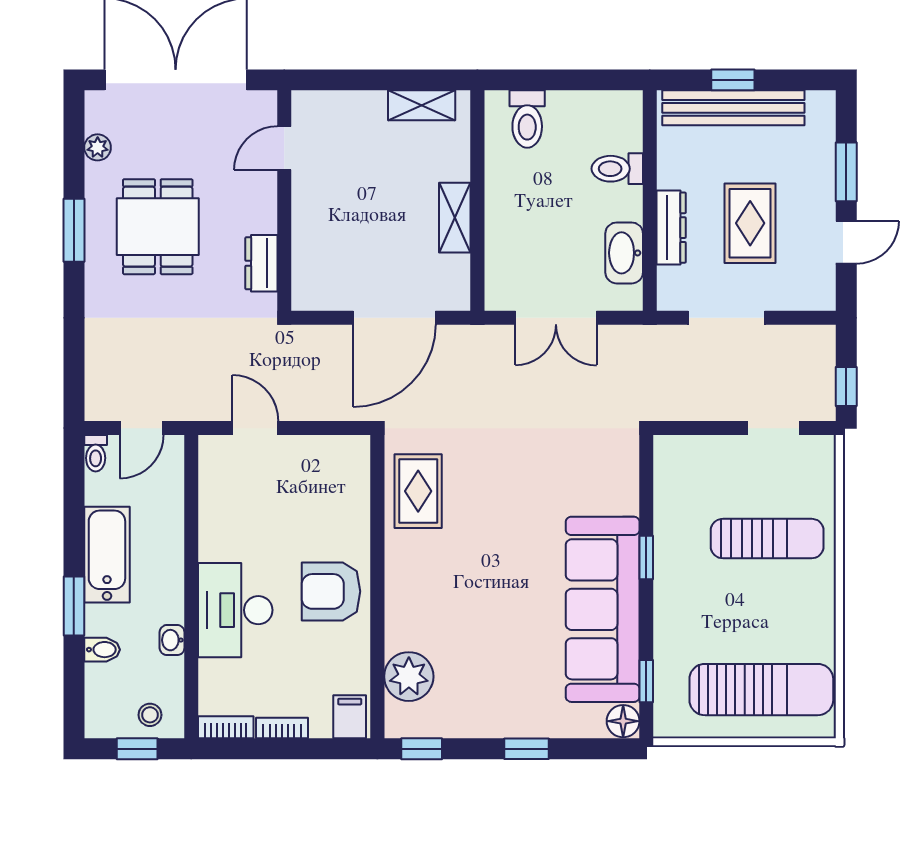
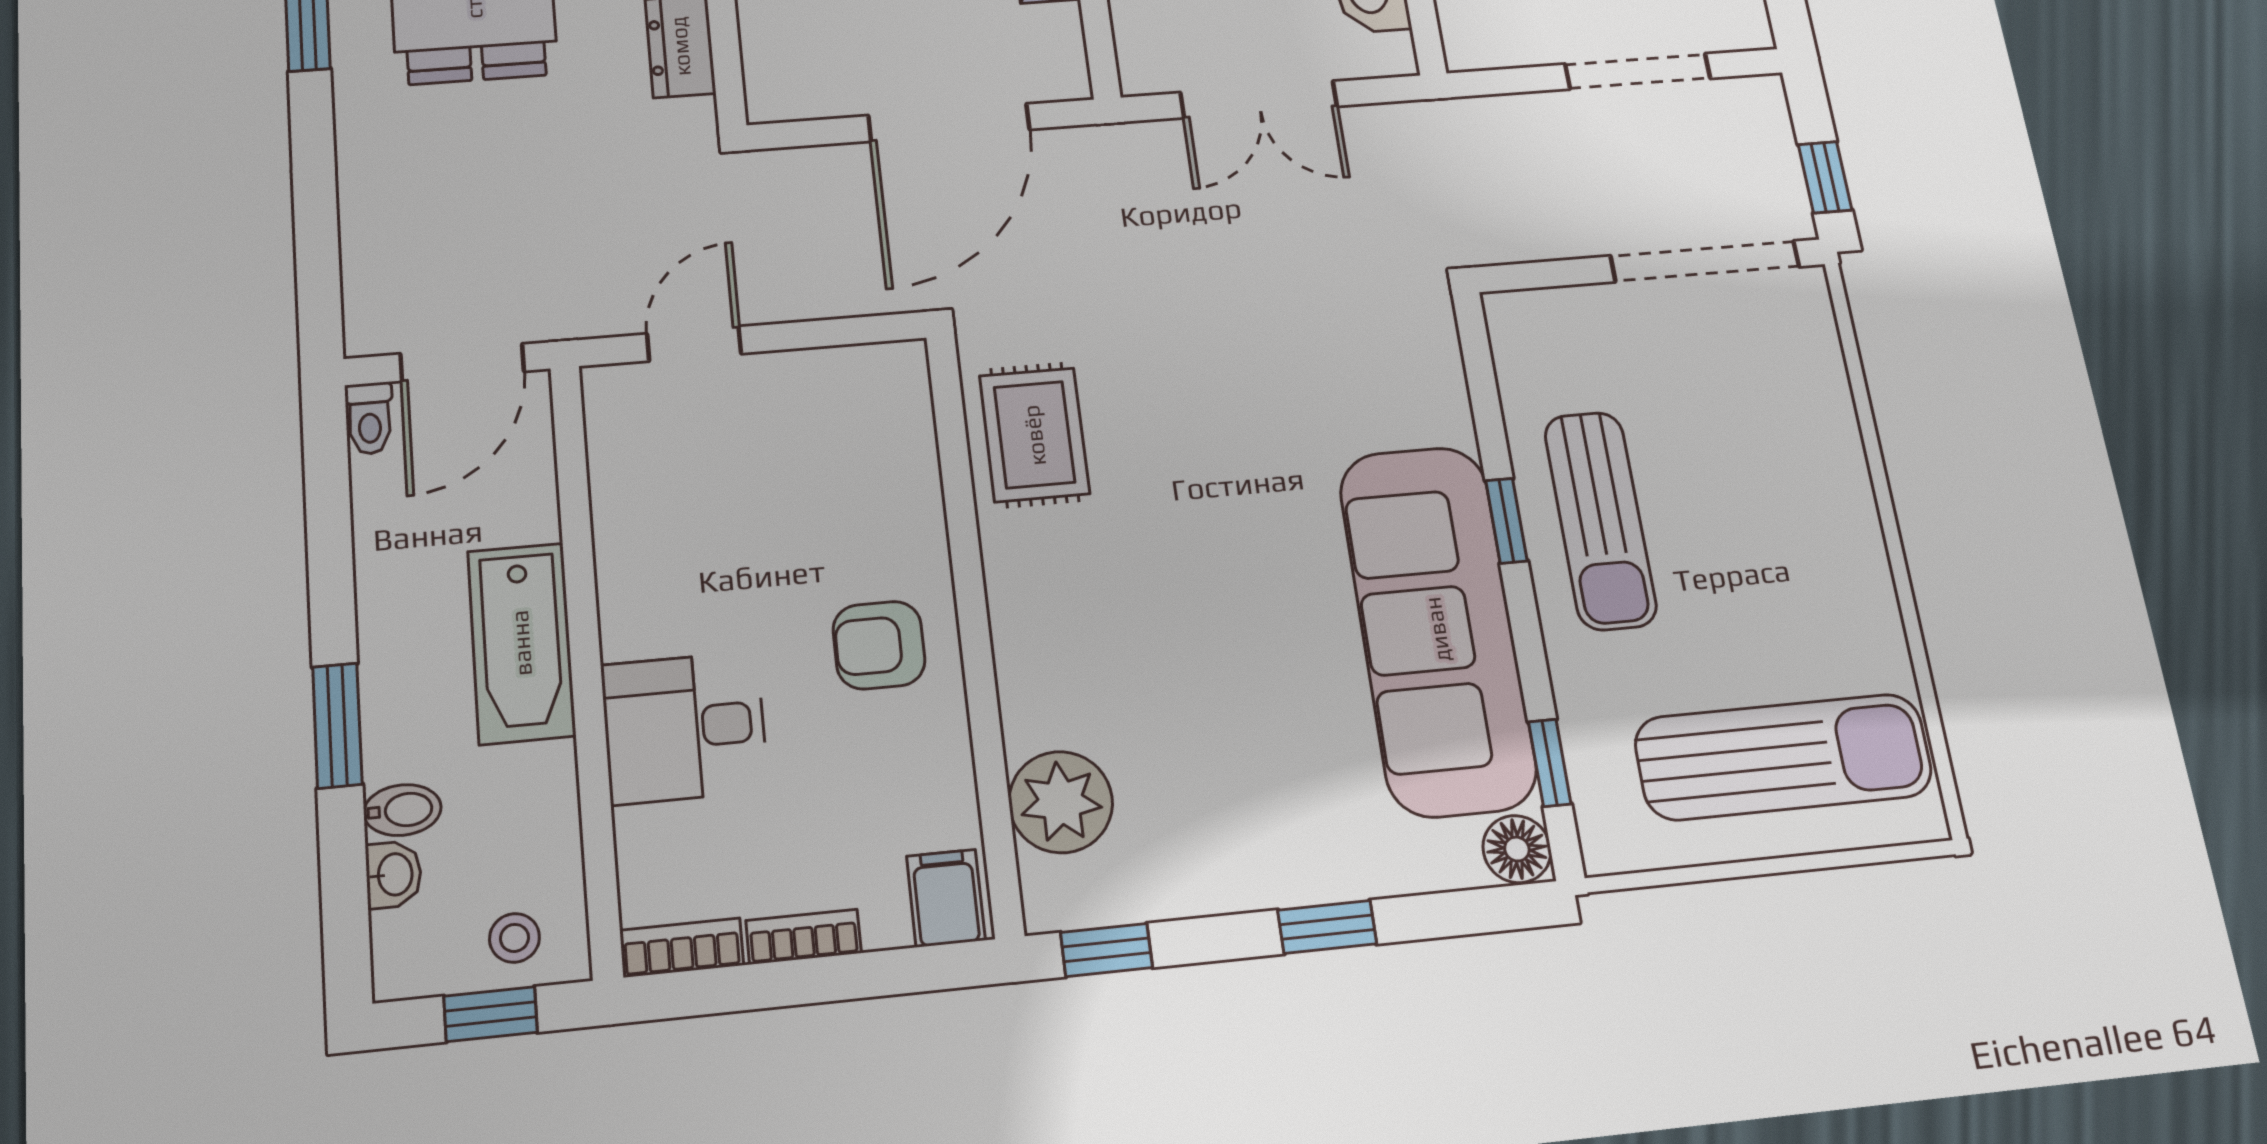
doorway: (726, 318) -> (1638, 71), moved
door: (142, 428) -> (462, 363), width x1.38
door: (255, 428) -> (694, 344), hinge flipped
doorway: (773, 428) -> (1705, 261), width x1.88
sun lounger: (767, 539) -> (1600, 520), moved, turned 90
bathtub: (107, 555) -> (521, 643), moved, turned 180
armchair: (331, 591) -> (879, 645), width x0.72, depth x0.72
desk: (235, 610) -> (684, 728), width x0.73
washbasin: (172, 640) -> (394, 874), moved, turned 180

